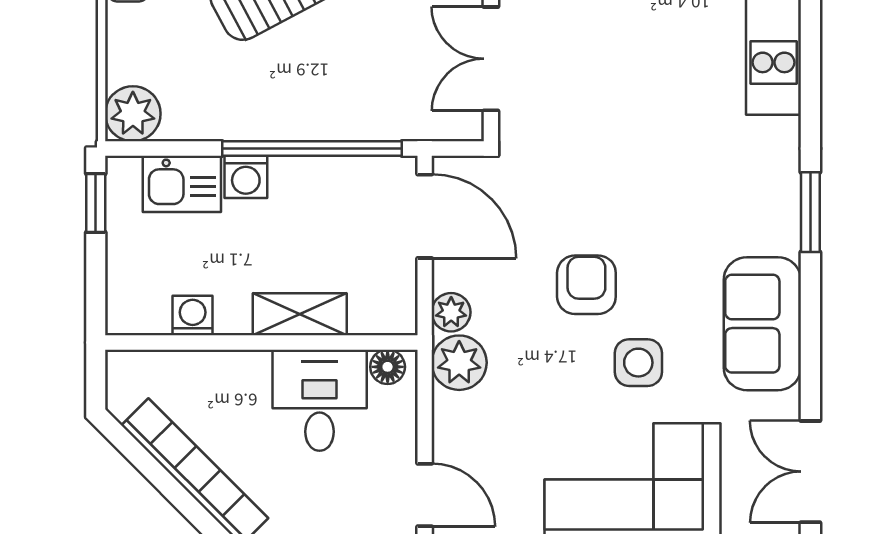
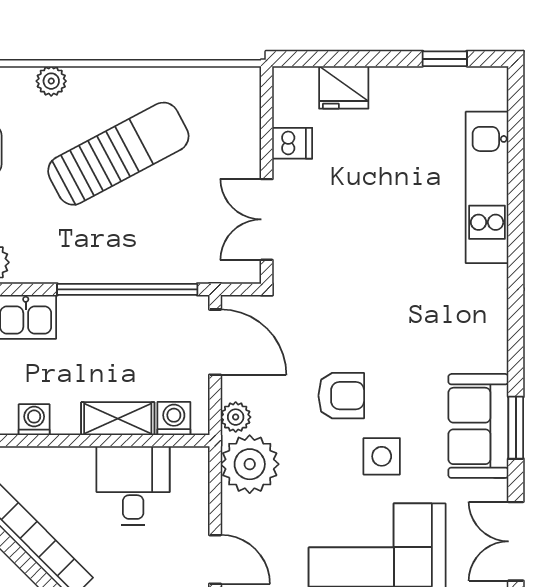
washing machine: (246, 177) -> (174, 419), moved, turned 180
window: (810, 212) -> (516, 428), moved
armchair: (586, 285) -> (341, 396), turned 90
plant: (459, 363) -> (250, 464), width x1.36, depth x1.36
floor lamp: (388, 367) -> (186, 460), removed

